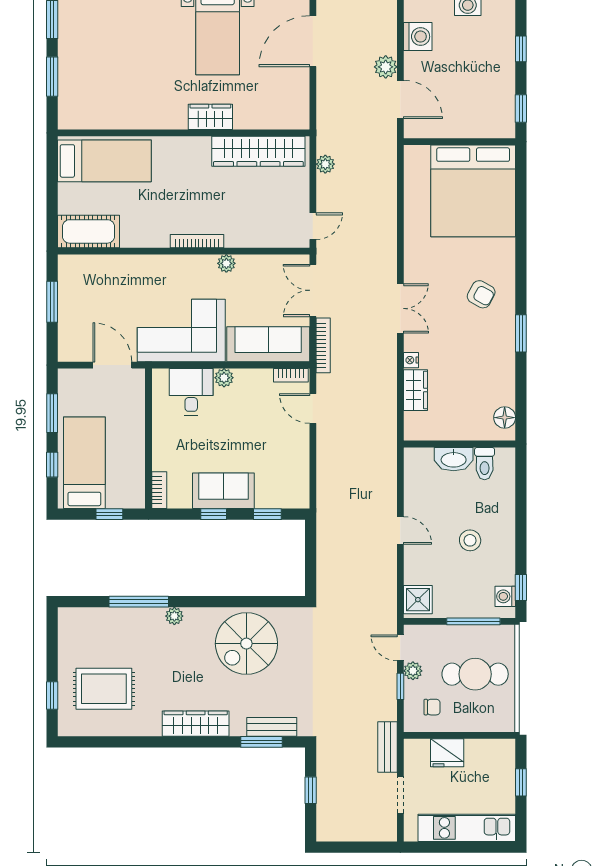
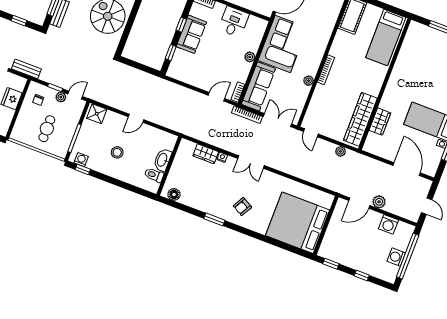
wardrobe: (210, 117) -> (380, 122), moved
desk: (191, 392) -> (234, 22), moved, turned -90
cafe table: (475, 674) -> (47, 129), width x0.73, depth x0.74

